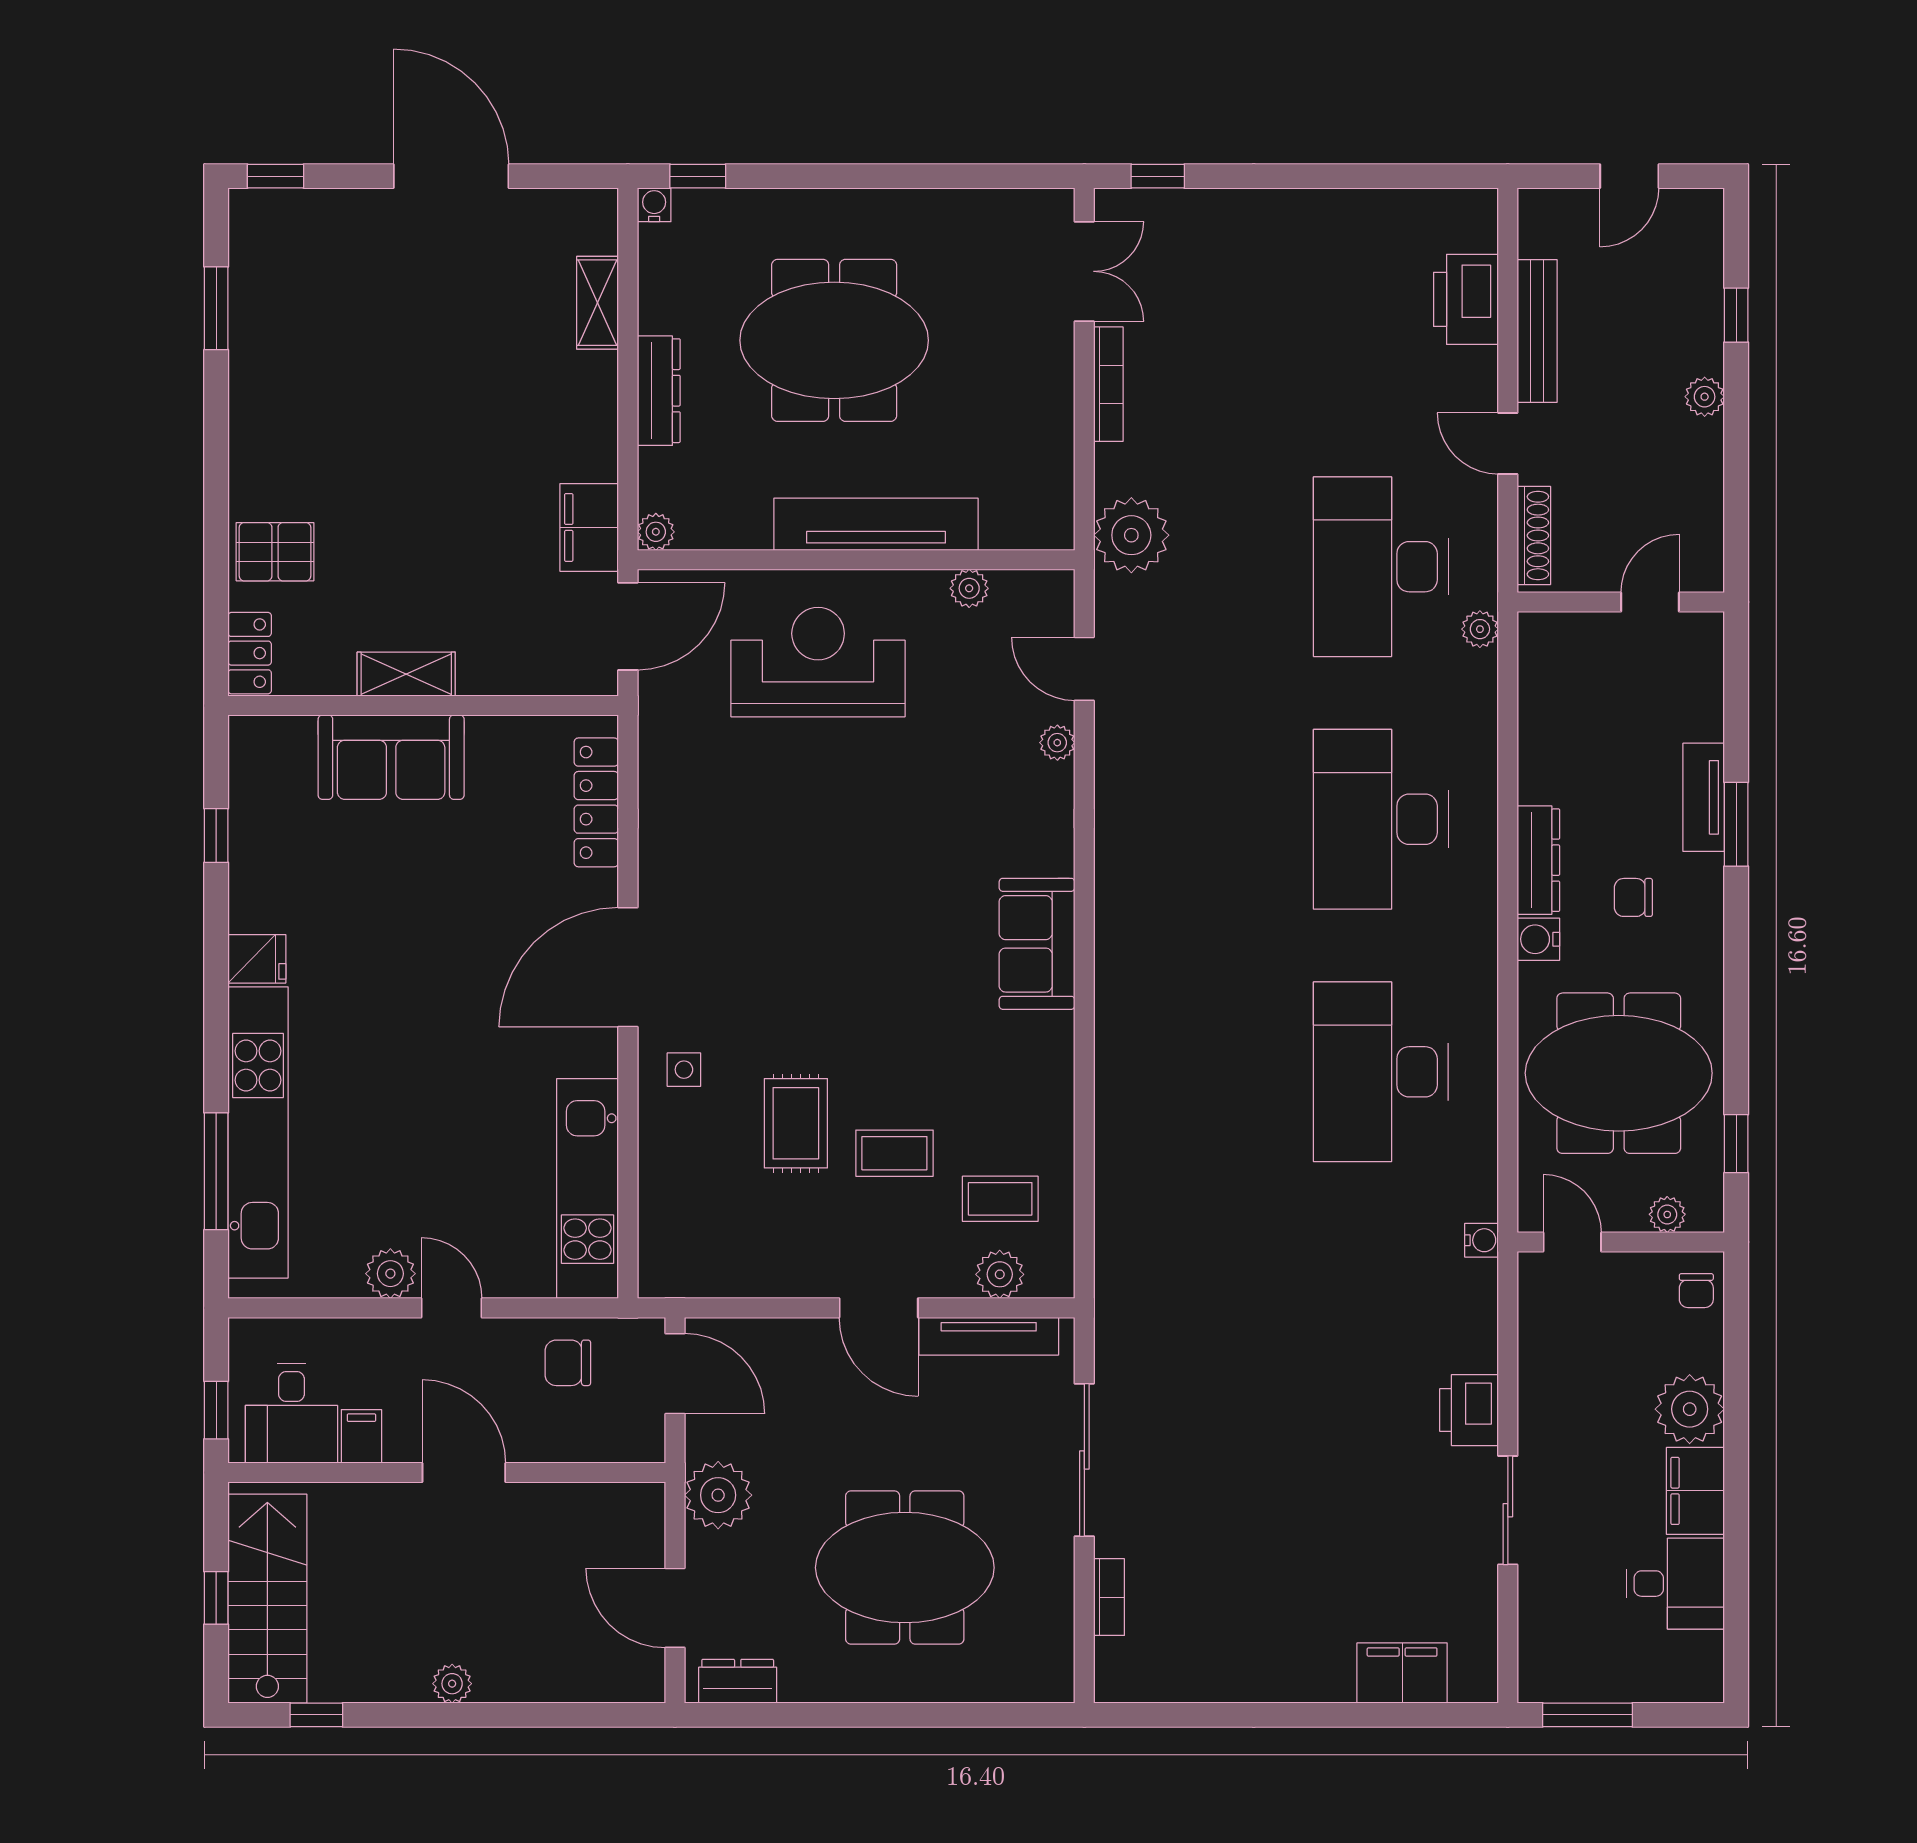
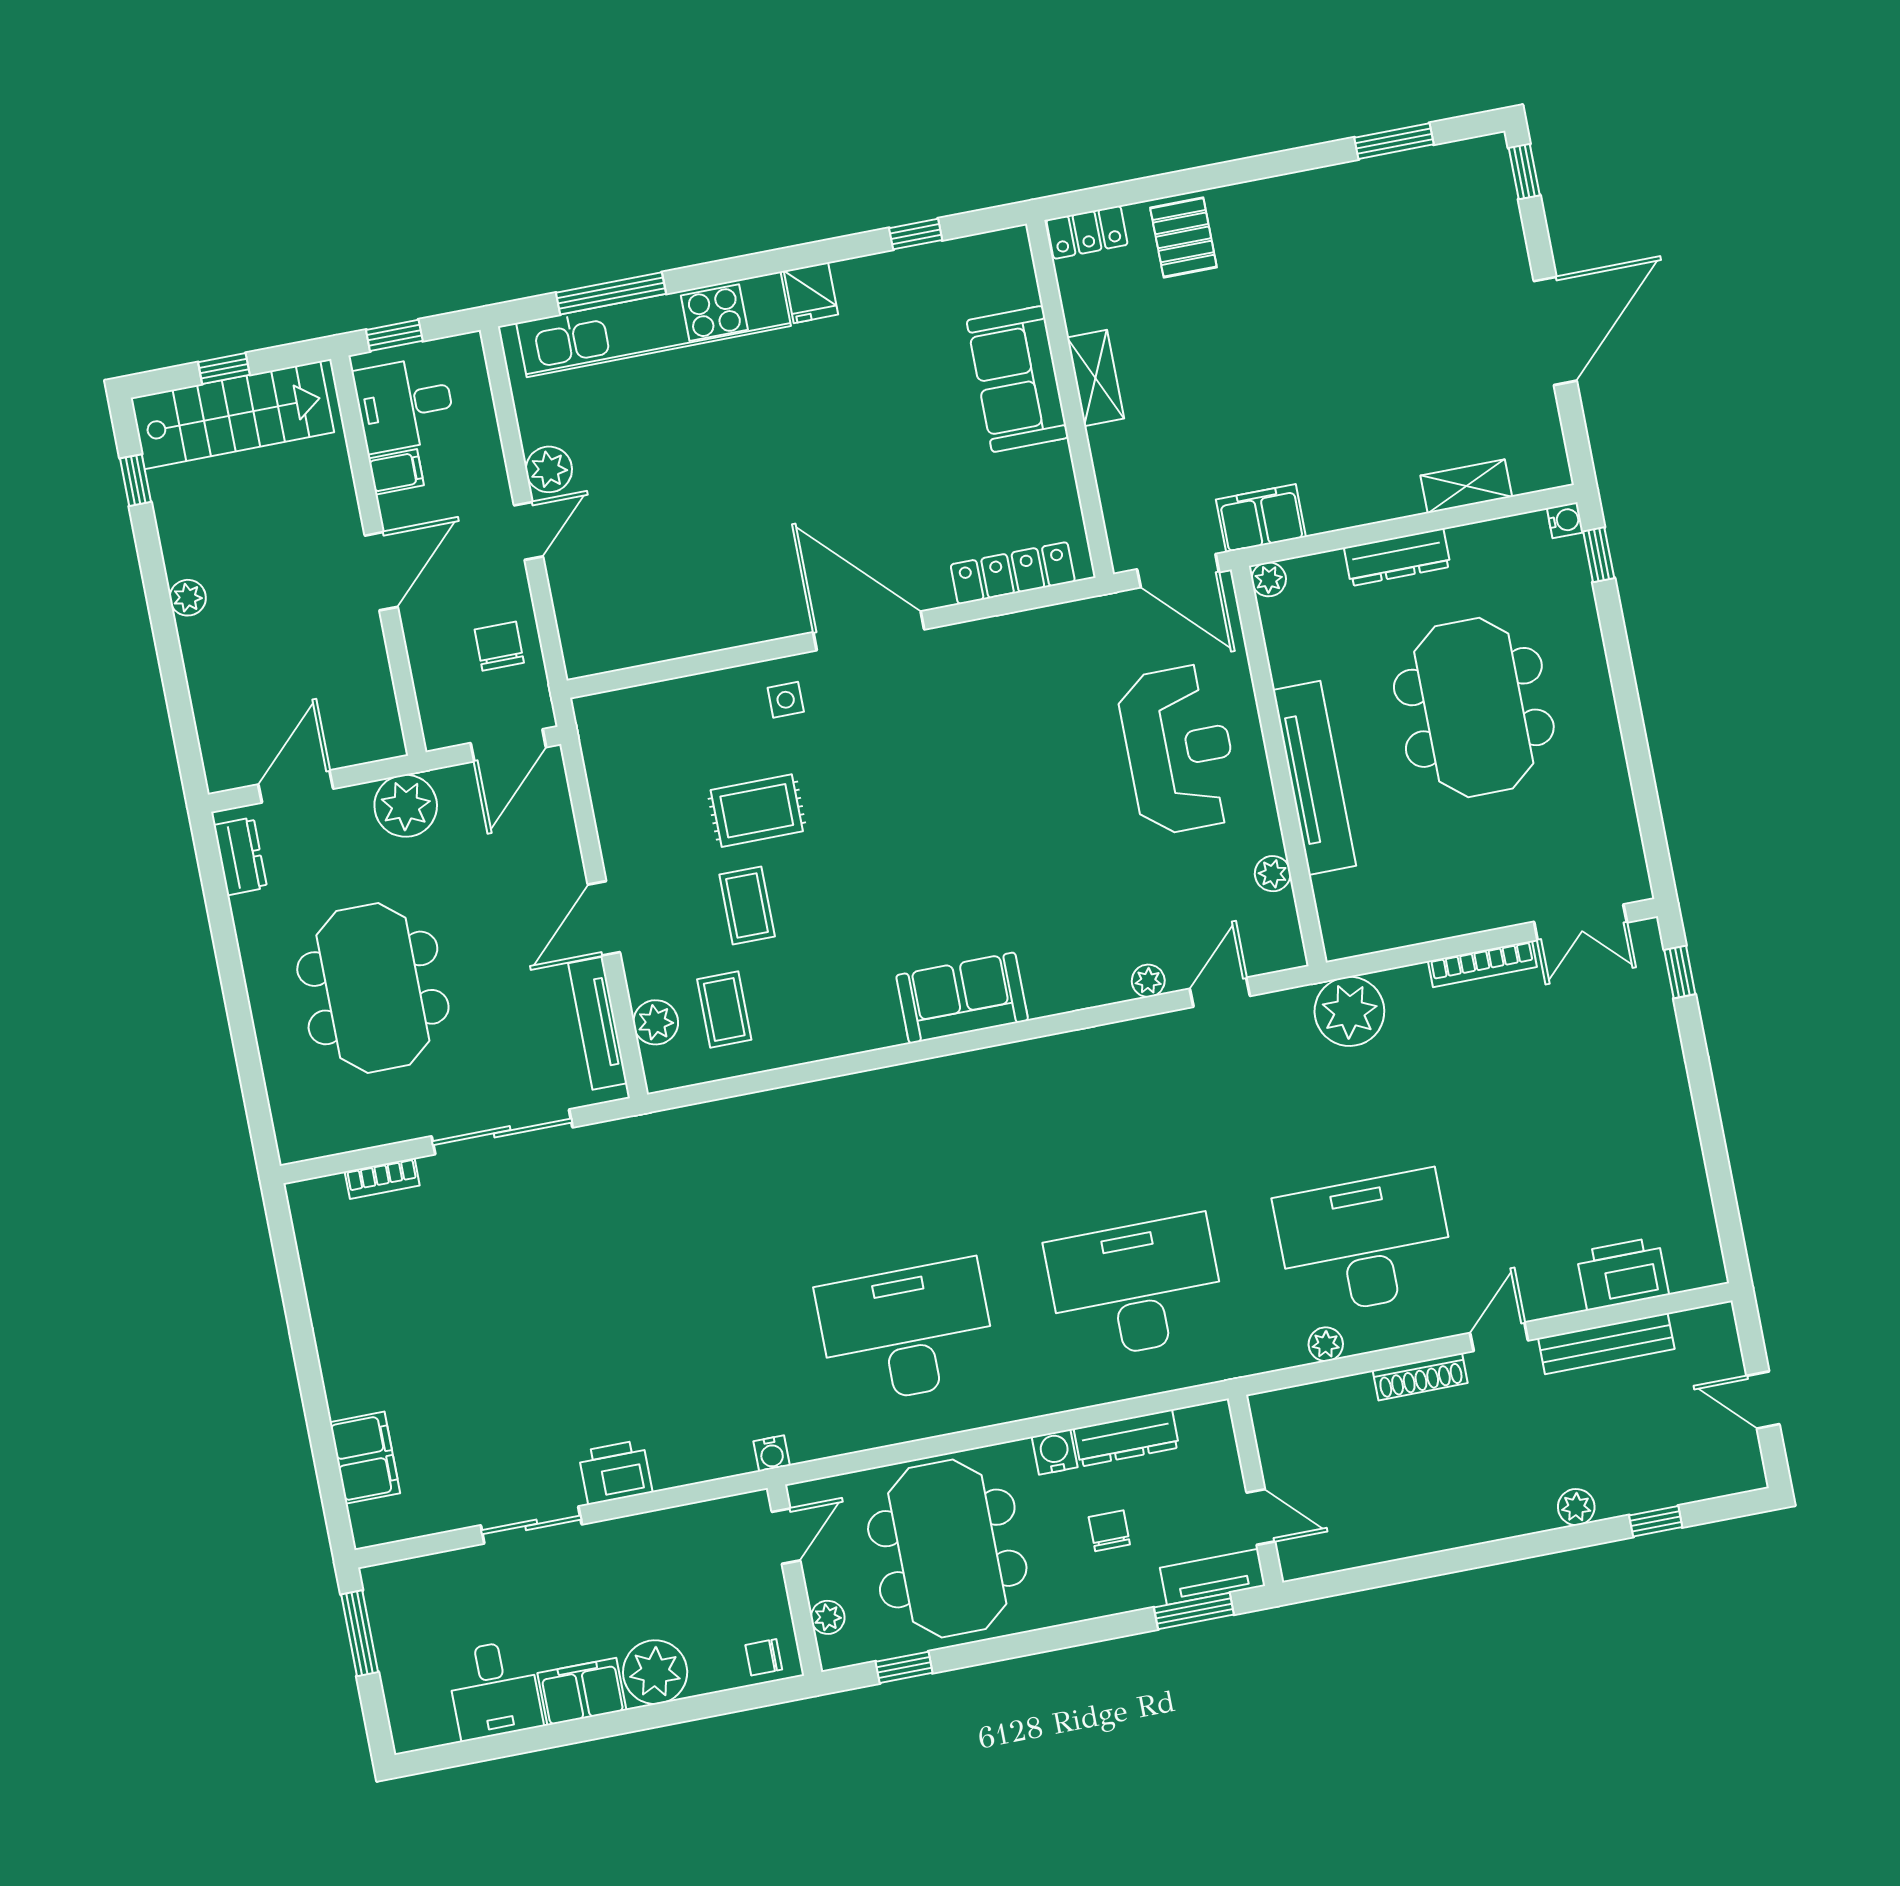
wall: (1621, 602) -> (1256, 1490), moved
door: (1650, 602) -> (1261, 1517), moved
kitchen unit: (588, 1189) -> (661, 633), removed

